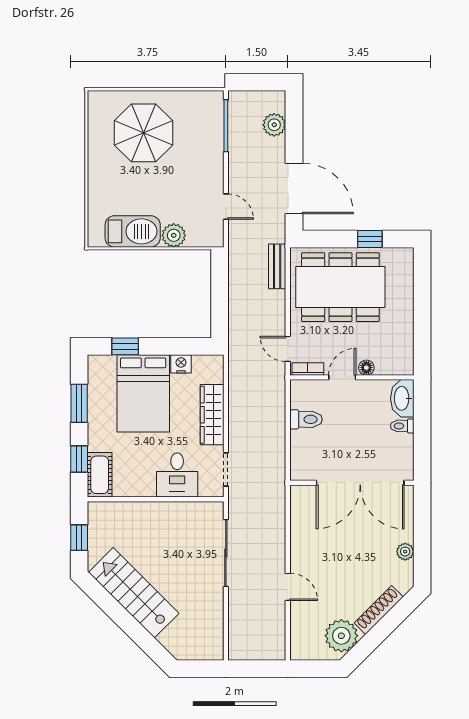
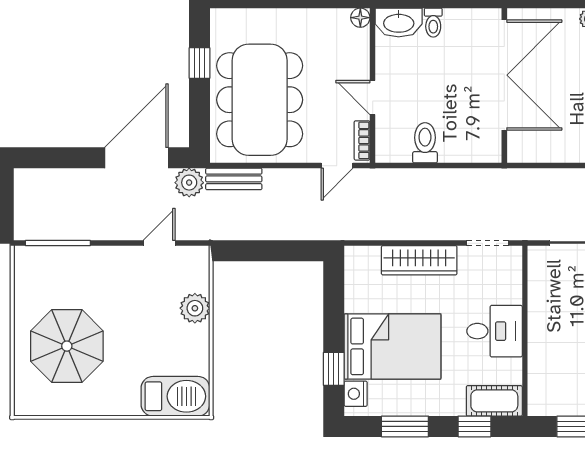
plant: (274, 125) -> (189, 183), moved
barbecue: (133, 231) -> (175, 396), moved, turned 90
nightstand: (181, 364) -> (356, 394), moved
floor lamp: (366, 368) -> (360, 18), moved
desk: (177, 475) -> (495, 331), moved

